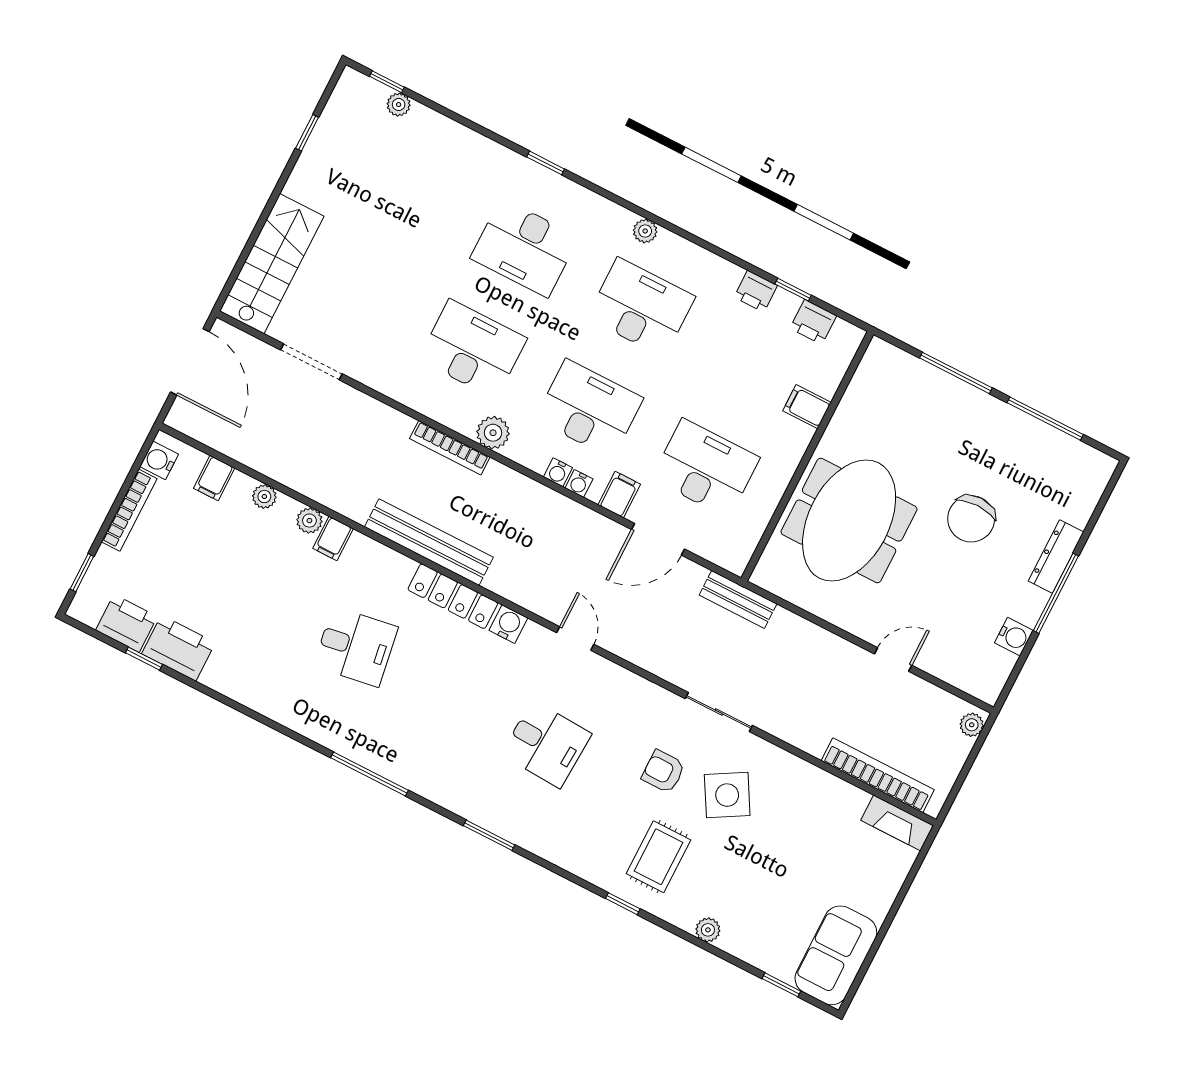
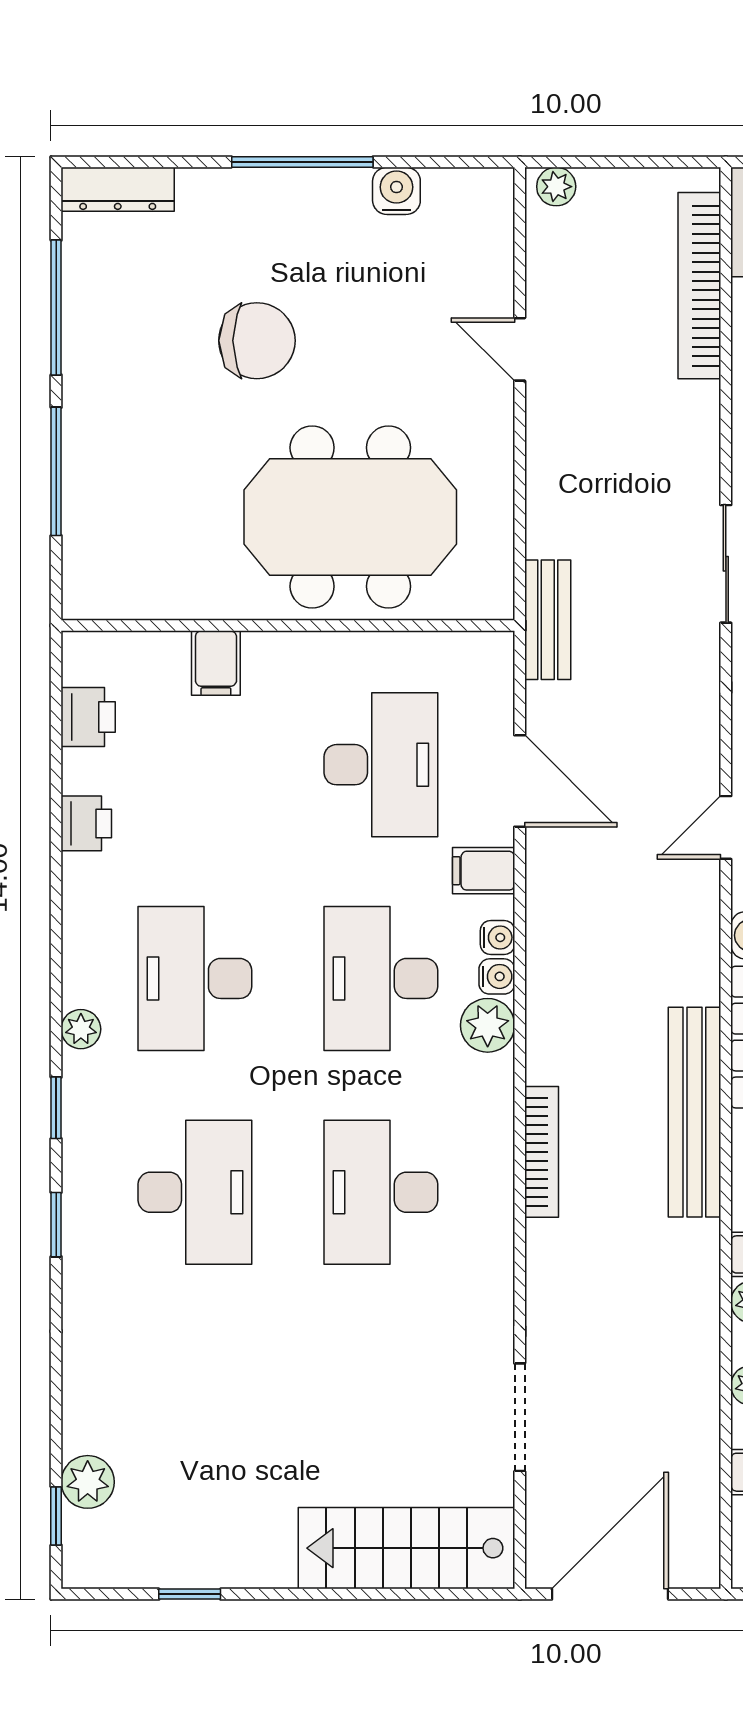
plant: (399, 105) -> (88, 1482), width x1.38, depth x1.38
window: (793, 290) -> (56, 1108), moved
plant: (493, 433) -> (488, 1025), moved
desk: (706, 468) -> (381, 765), turned 180
dresser: (1056, 557) -> (118, 189), moved

